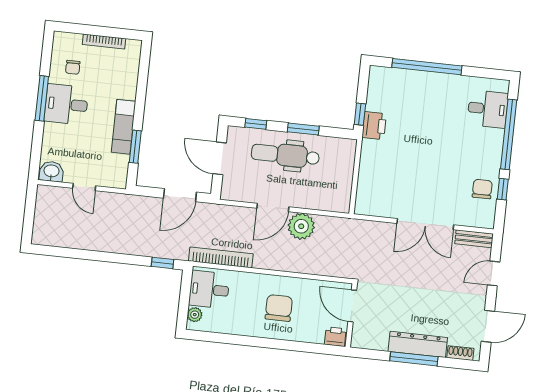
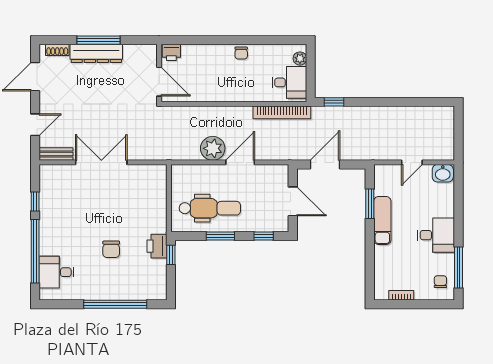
bookcase: (104, 41) -> (401, 295), width x0.64
chair: (73, 67) -> (440, 282), moved
window: (42, 98) -> (459, 268), moved
dental chair: (285, 155) -> (210, 208), moved
door: (84, 187) -> (412, 162), swing flipped
chair: (482, 189) -> (111, 249), moved
chair: (279, 308) -> (241, 53), moved, width x0.54, depth x0.54

